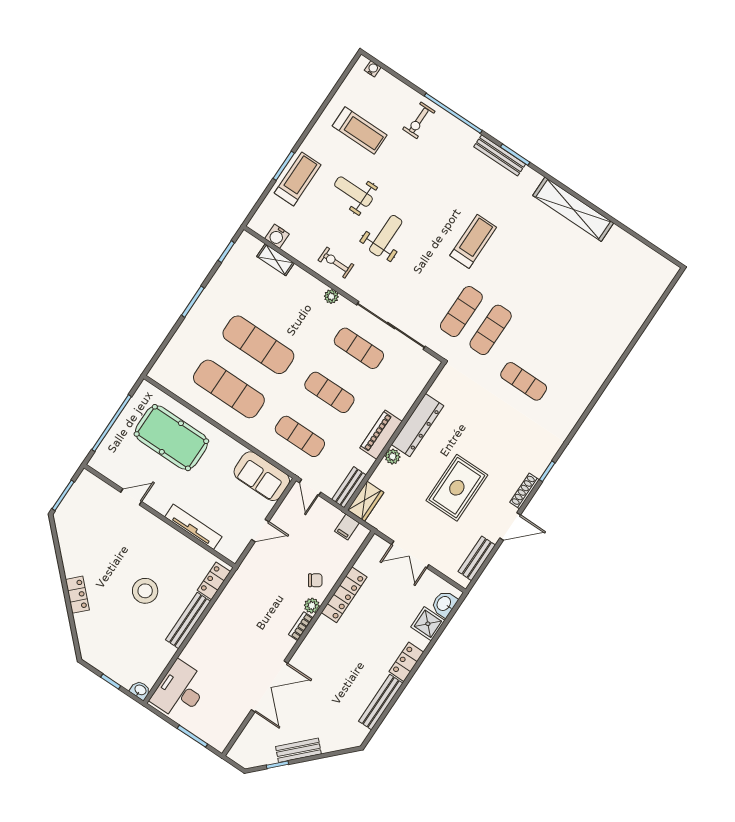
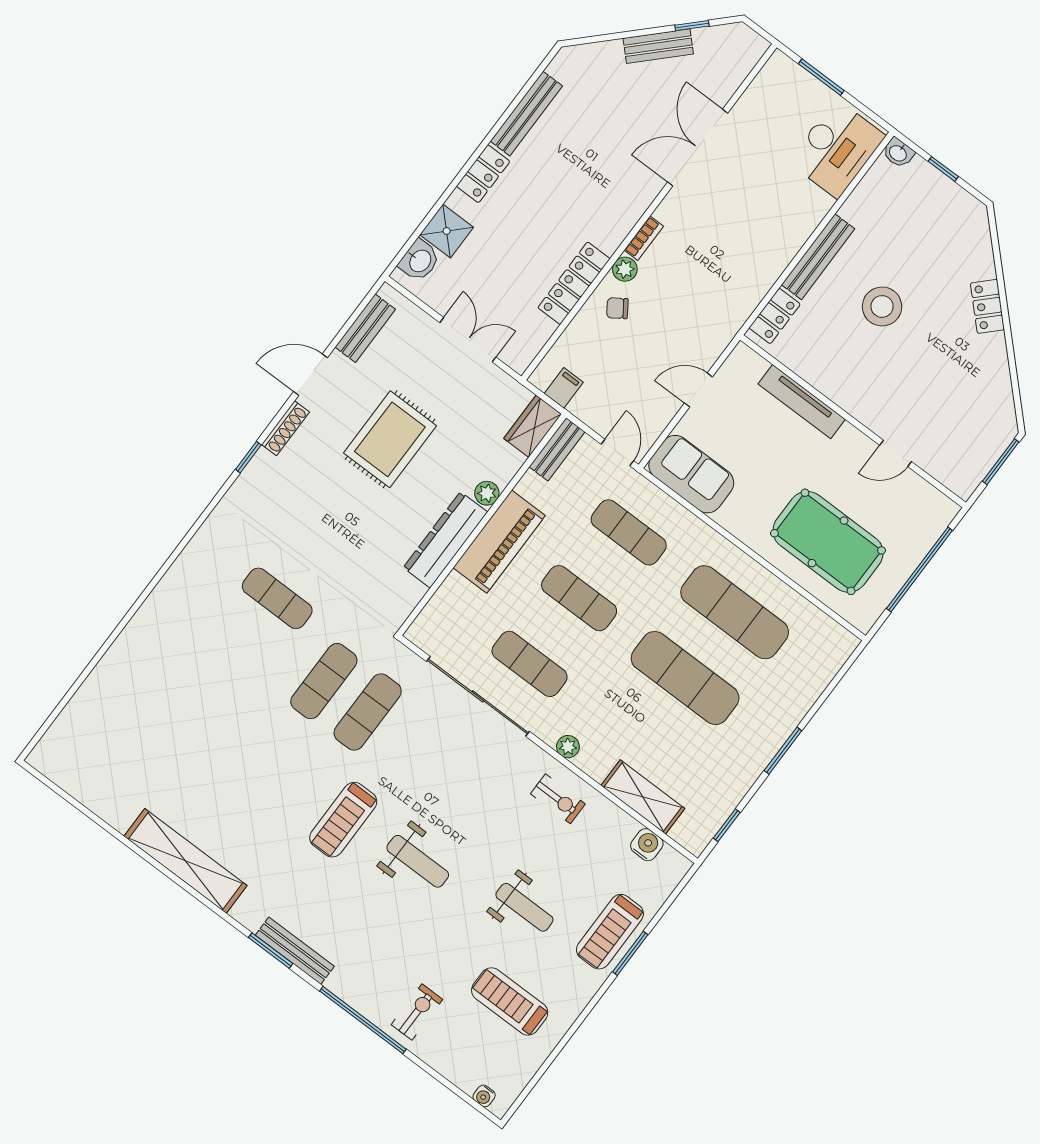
weight bench: (386, 236) -> (418, 861), moved, turned -90
shelving: (276, 260) -> (643, 797), width x1.50, depth x1.33
piano: (381, 435) -> (499, 542), width x1.37, depth x1.33

